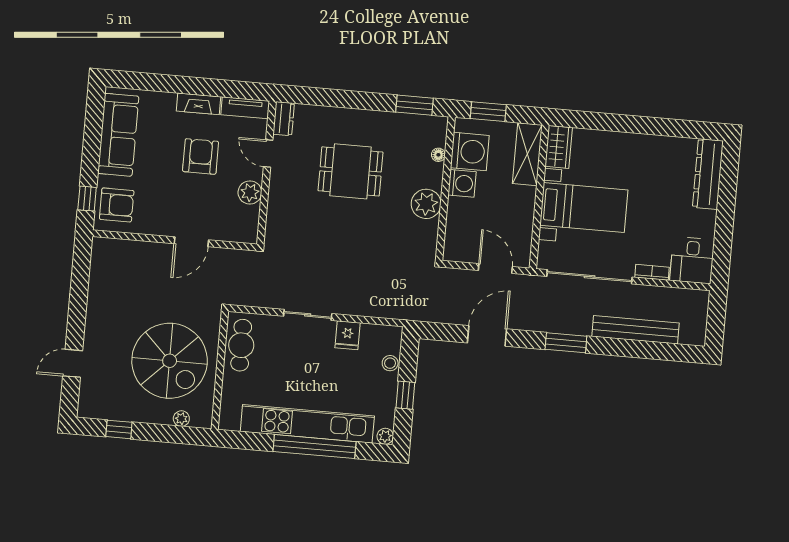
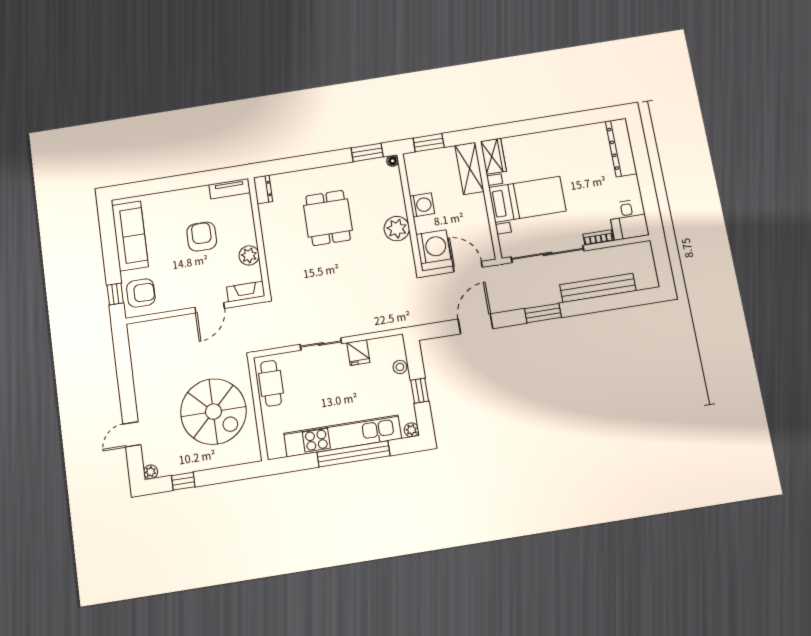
fireplace: (198, 104) -> (246, 292), moved, turned 180
washing machine: (470, 152) -> (433, 247), moved
door: (268, 154) -> (257, 220), removed
floor lamp: (438, 155) -> (393, 161), moved
dining table: (351, 171) -> (328, 218), turned 90
plant: (181, 419) -> (151, 472), moved

